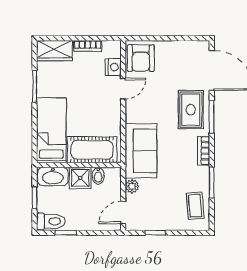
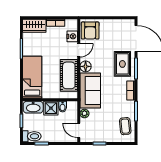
floor lamp: (134, 114) -> (86, 66), added
cot: (92, 150) -> (69, 75), moved, turned 90
door: (123, 212) -> (79, 130), hinge flipped

